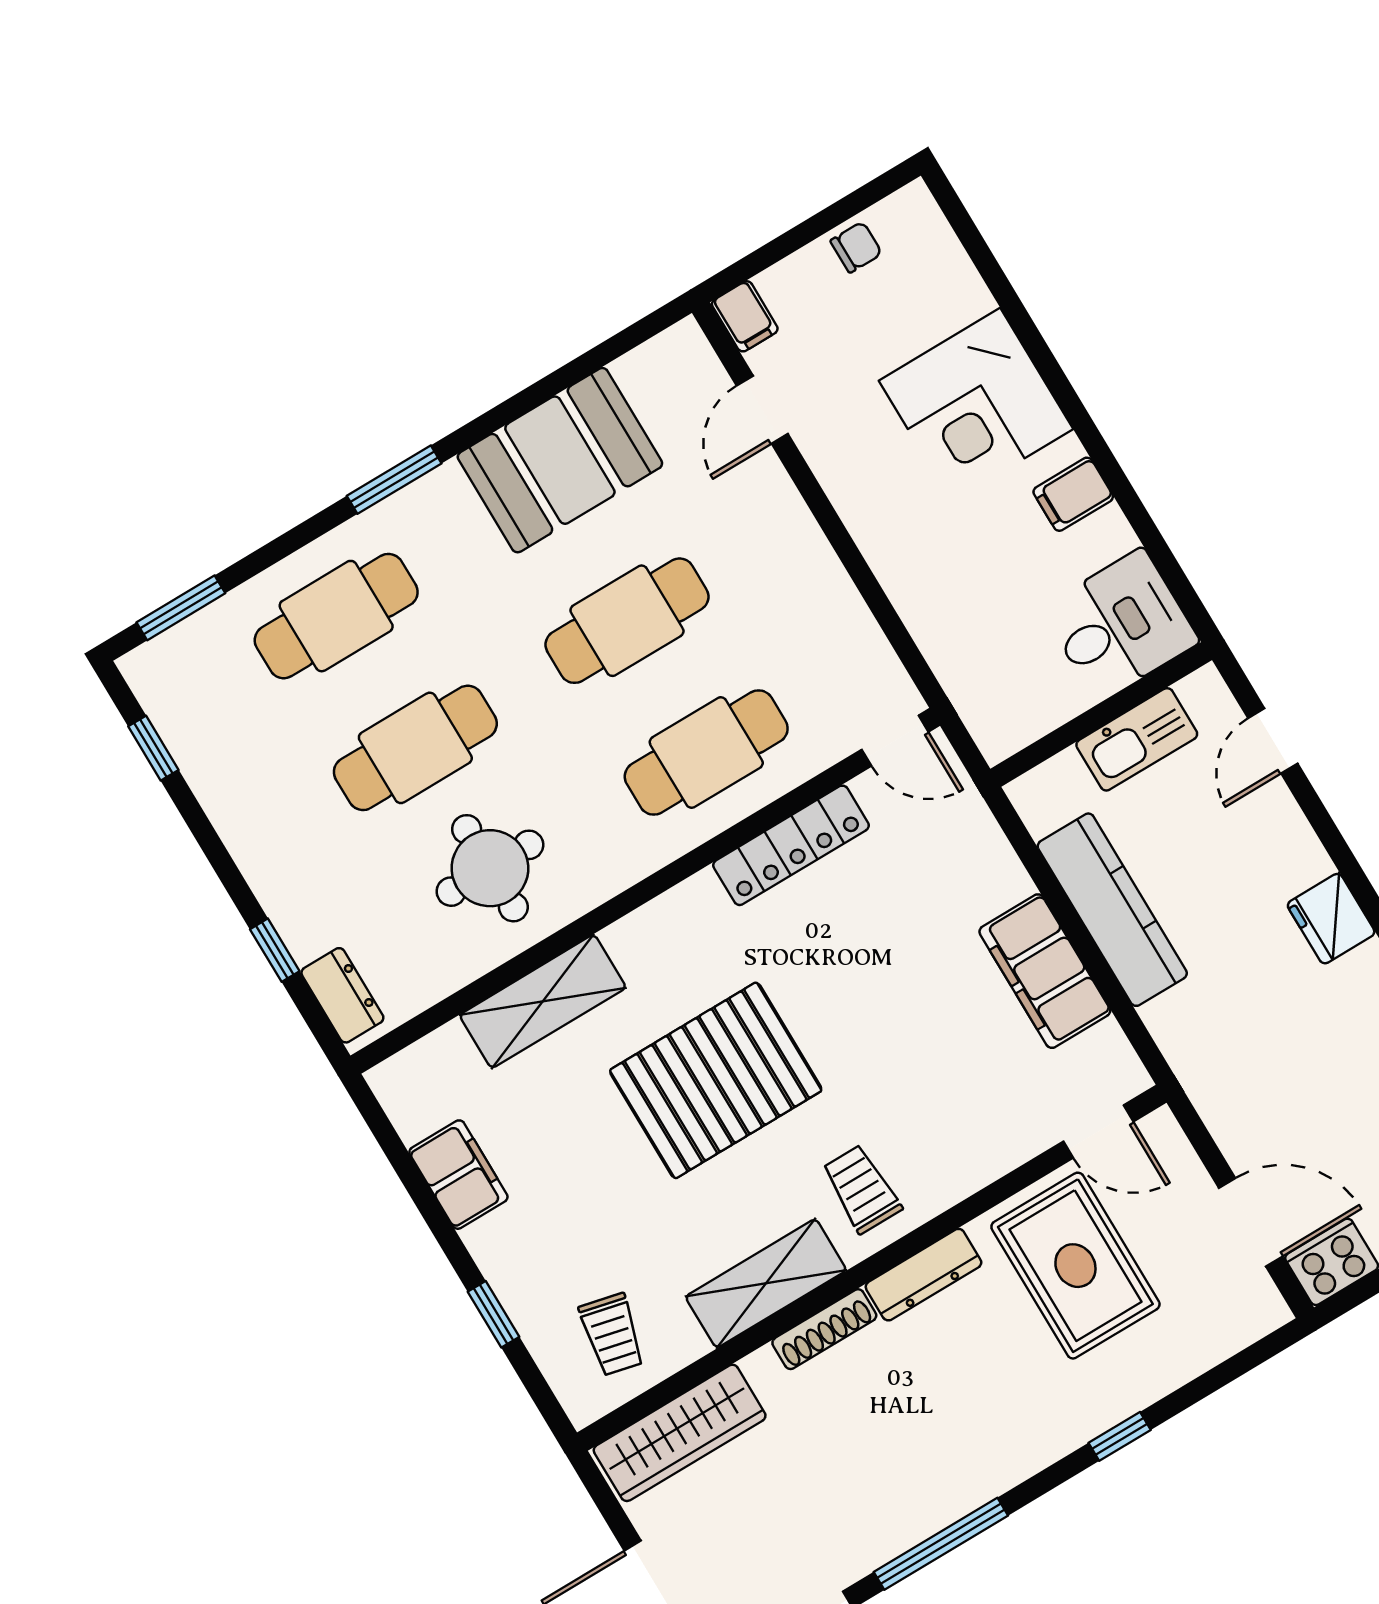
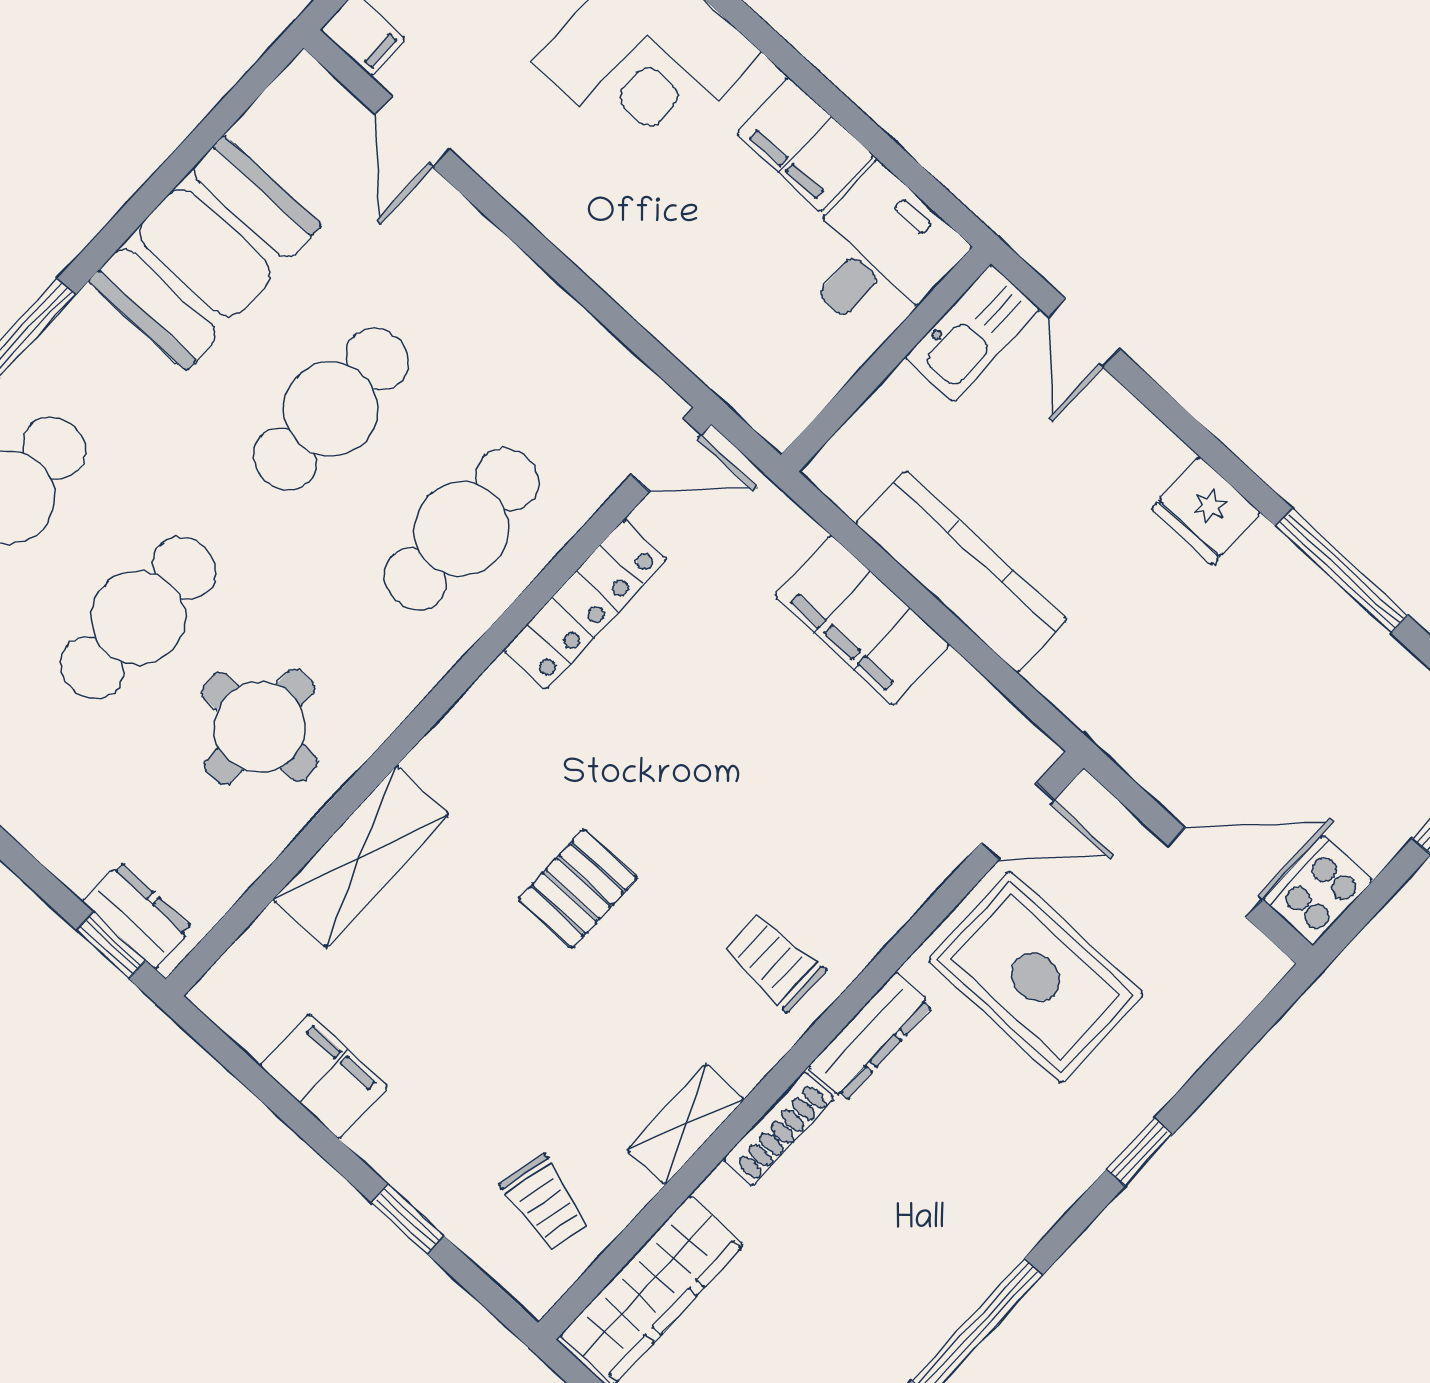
filing cabinet: (1073, 494) -> (805, 144), width x2.00
kitchen sink: (1137, 739) -> (972, 333), moved
window: (275, 950) -> (111, 945), moved
filing cabinet: (1045, 971) -> (862, 620), moved
pallet: (716, 1080) -> (578, 889), width x0.49, depth x0.50
shelving: (766, 1283) -> (686, 1124), width x0.67, depth x0.75

